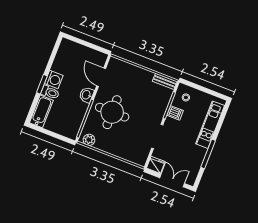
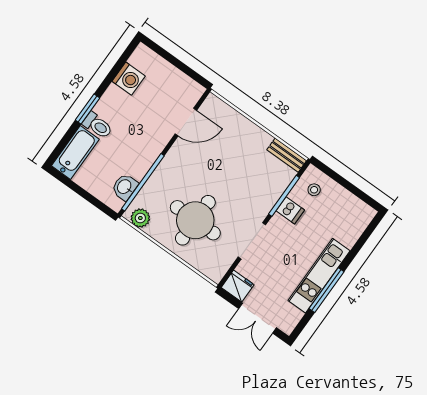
door: (101, 77) -> (186, 122), swing flipped
washing machine: (54, 80) -> (129, 79), moved
washbasin: (86, 95) -> (125, 187), moved
round table: (112, 112) -> (195, 220), moved
kitchen unit: (210, 125) -> (319, 276), moved
double door: (172, 181) -> (258, 318), swing flipped

